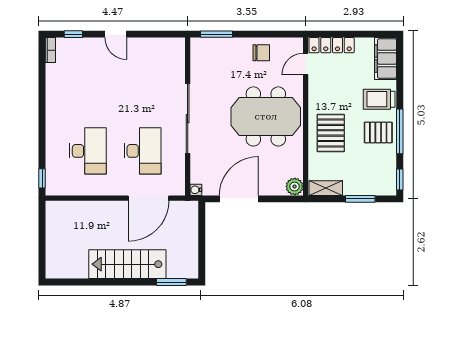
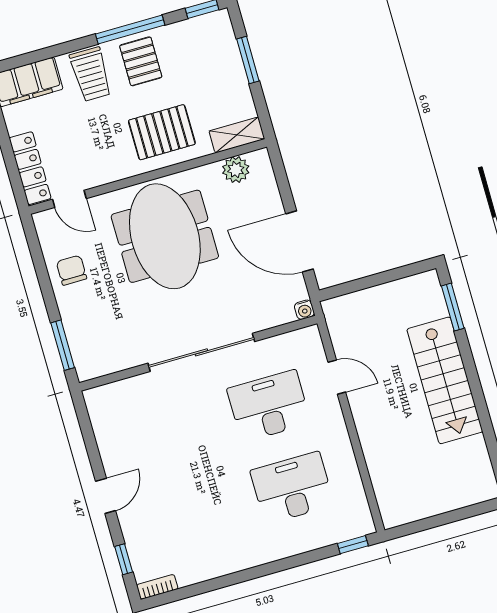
plant: (295, 186) -> (236, 170), moved
shelving: (326, 188) -> (237, 135), moved, turned 90
door: (148, 198) -> (337, 377), width x0.53

